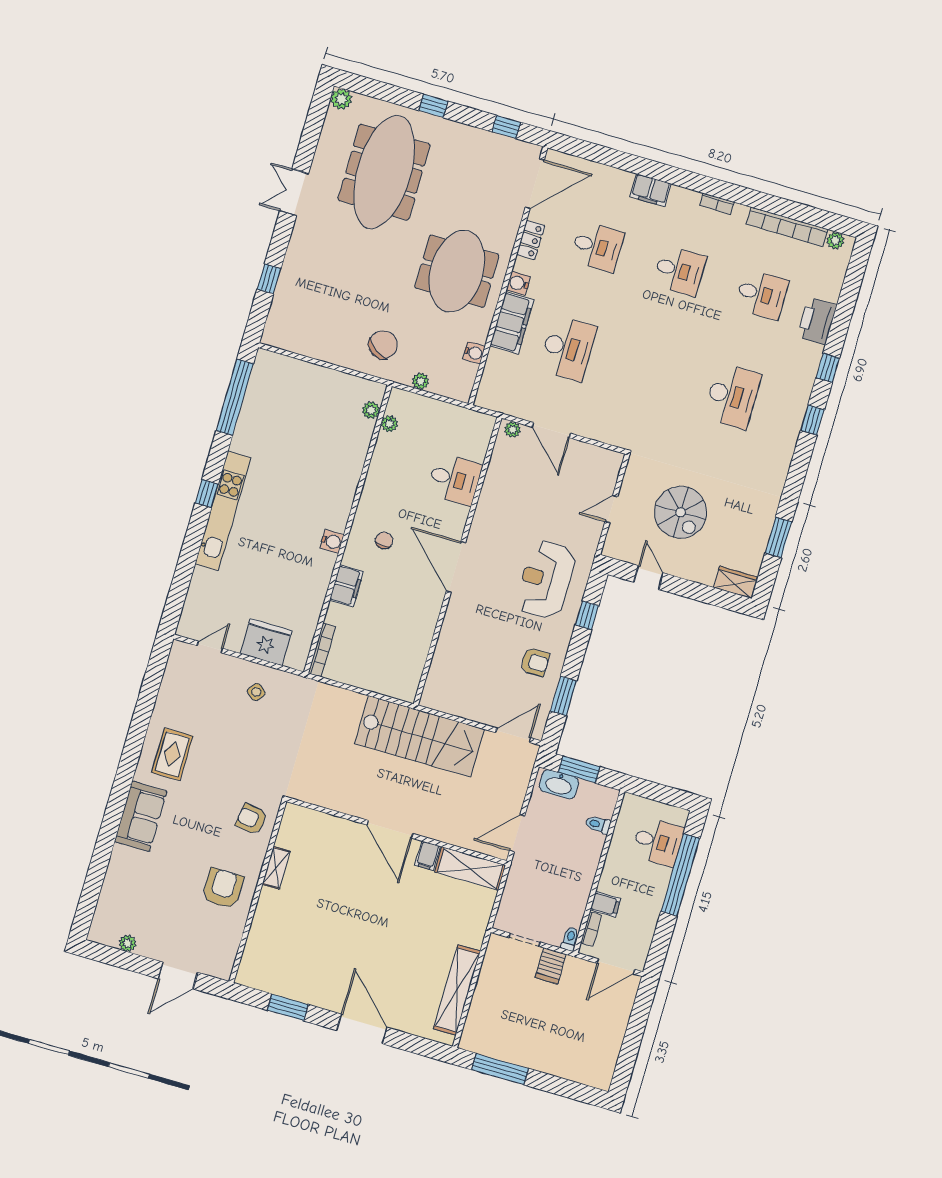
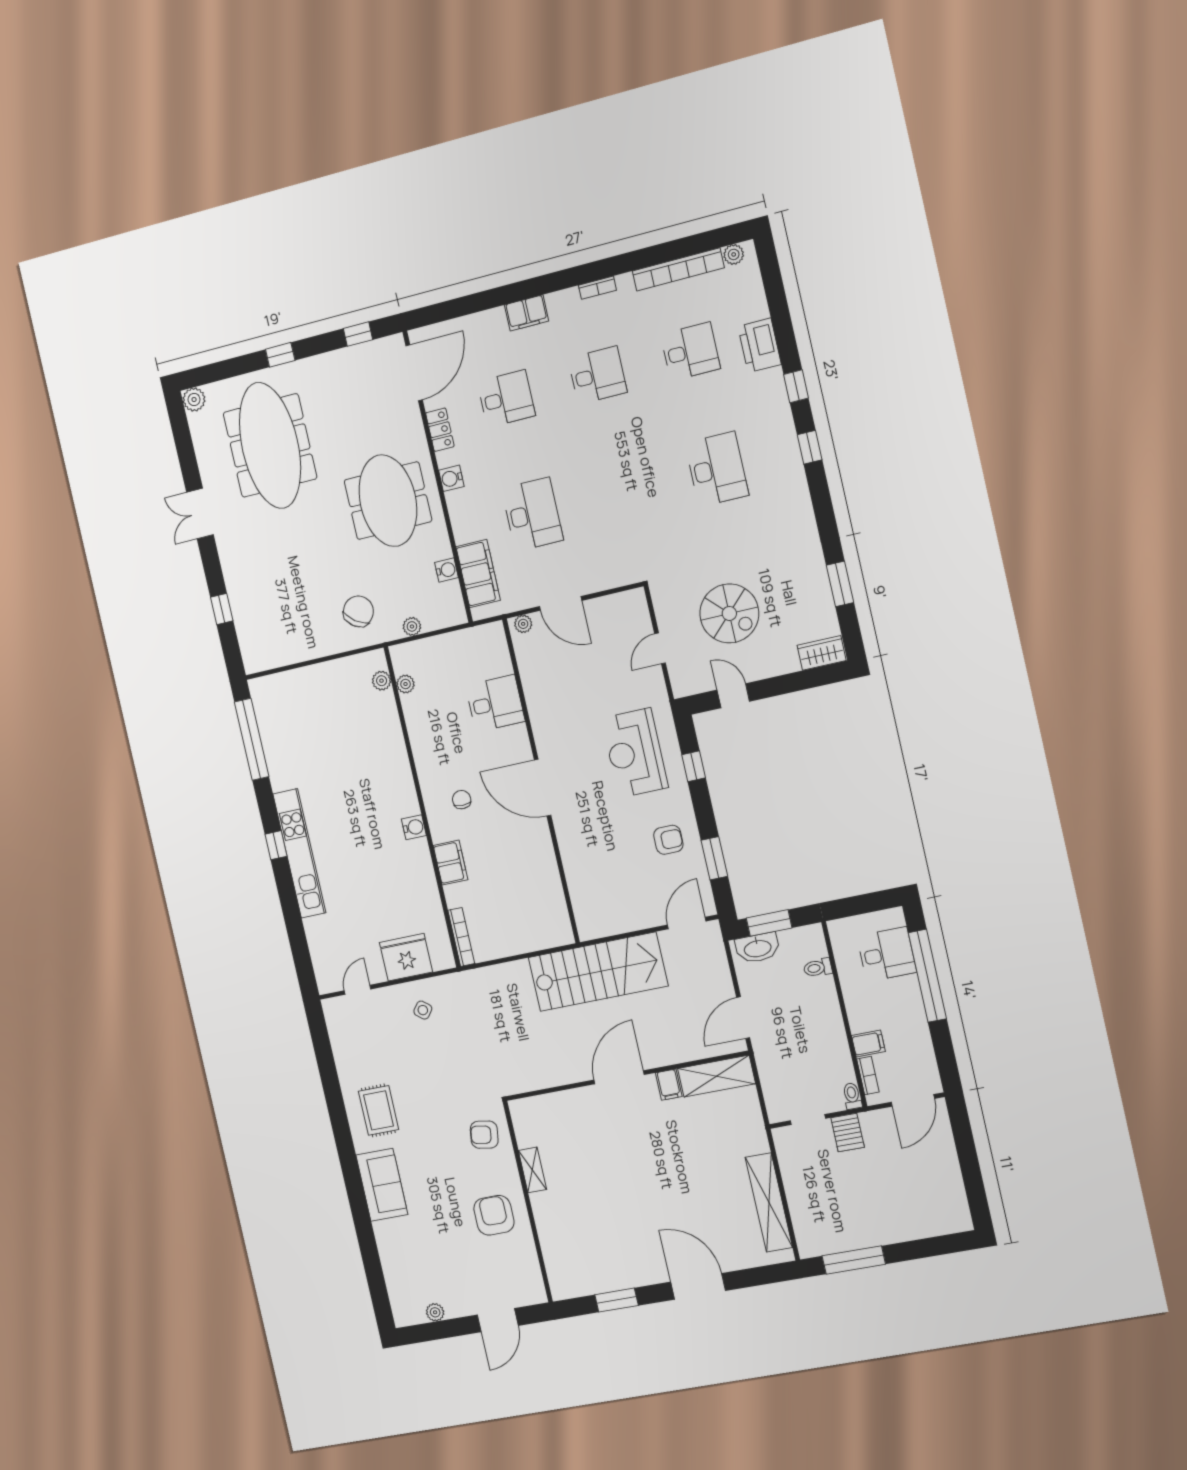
filing cabinet: (512, 323) -> (478, 573), moved
door: (390, 829) -> (619, 1077), swing flipped

